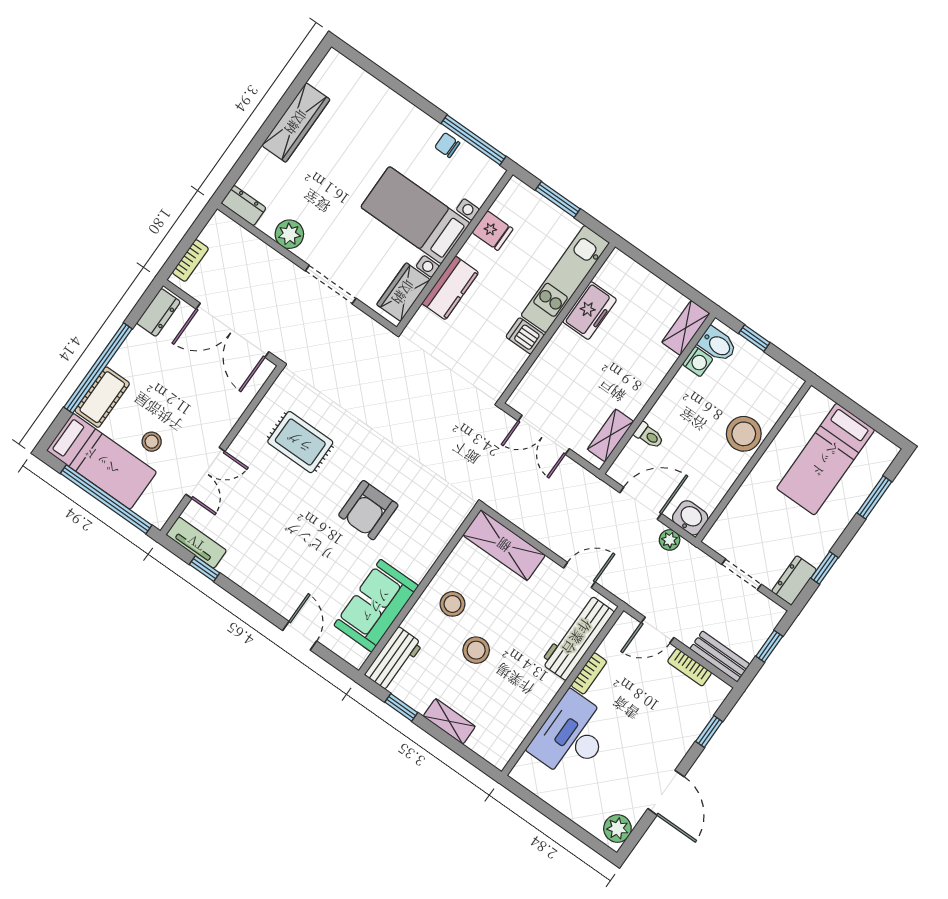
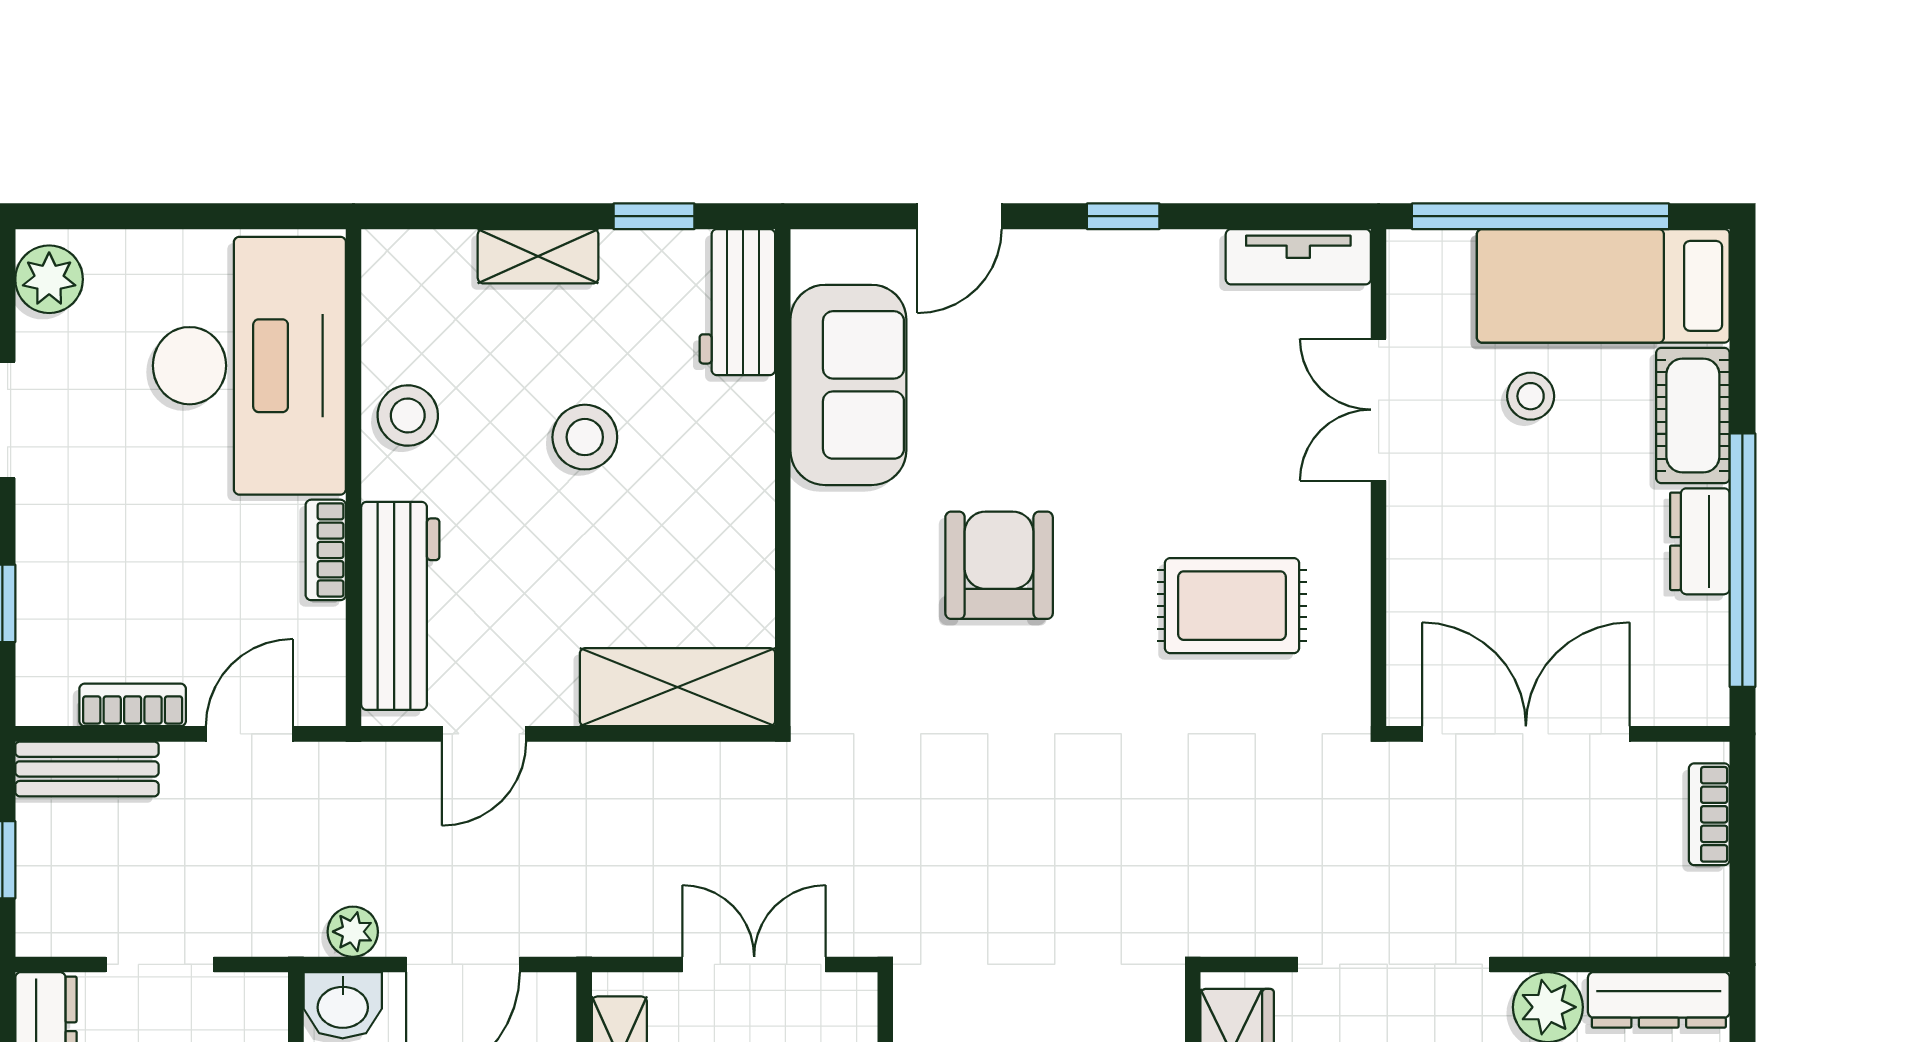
dresser: (244, 205) -> (1659, 1000), width x1.44
doorway: (331, 285) -> (1394, 964), width x1.36
dresser: (158, 312) -> (1700, 541), moved
window: (98, 368) -> (1742, 560), moved
window: (204, 569) -> (1123, 216), moved
stool: (453, 604) -> (408, 415), moved
door: (300, 636) -> (959, 216), hinge flipped
desk: (572, 736) -> (249, 366), width x1.36, depth x1.30

